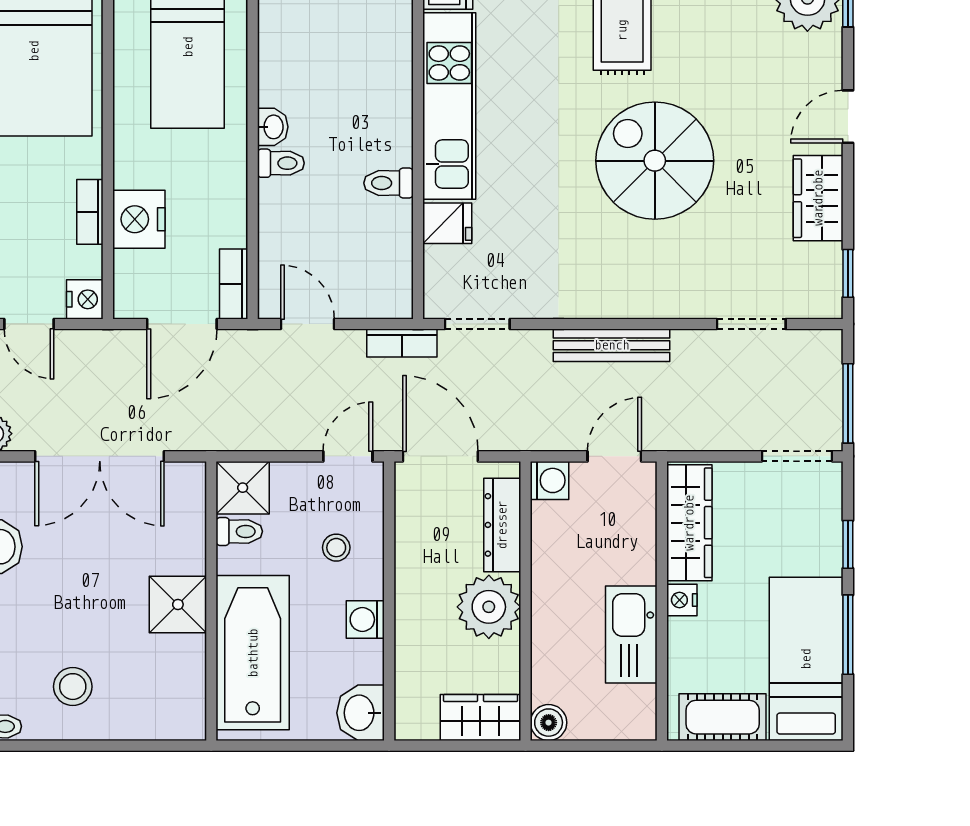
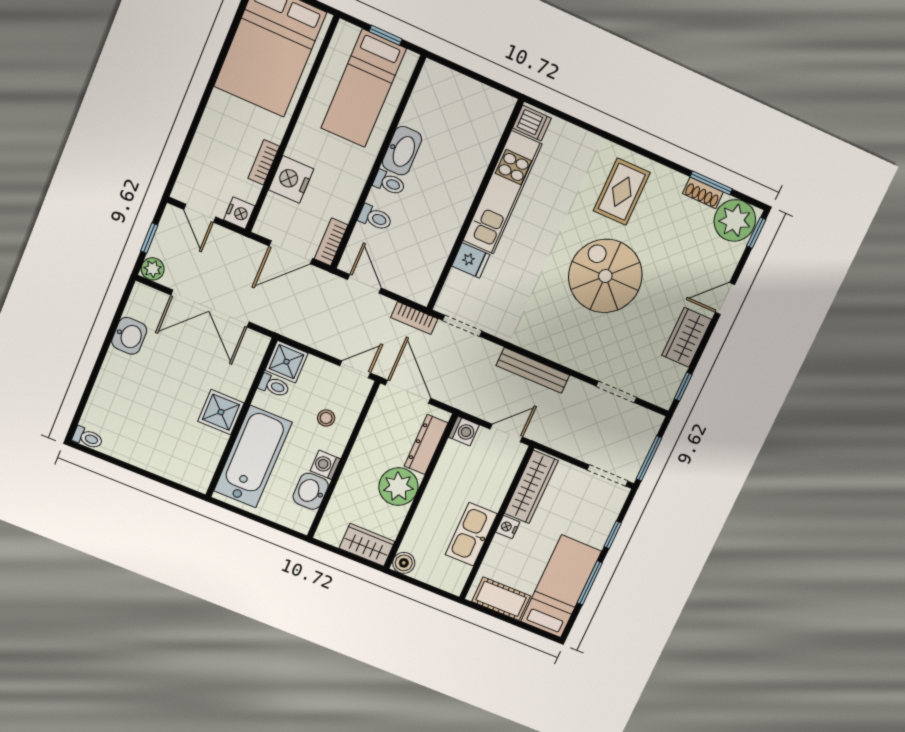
washbasin: (273, 127) -> (402, 151), width x1.91, depth x1.45
toilet: (388, 183) -> (375, 218), moved, turned 180
stool: (73, 687) -> (140, 433), removed
washbasin: (360, 713) -> (311, 491), moved

